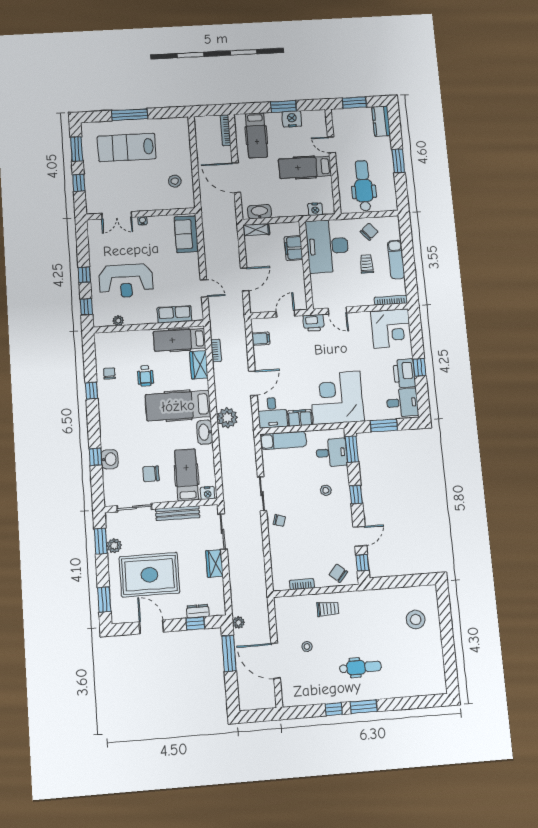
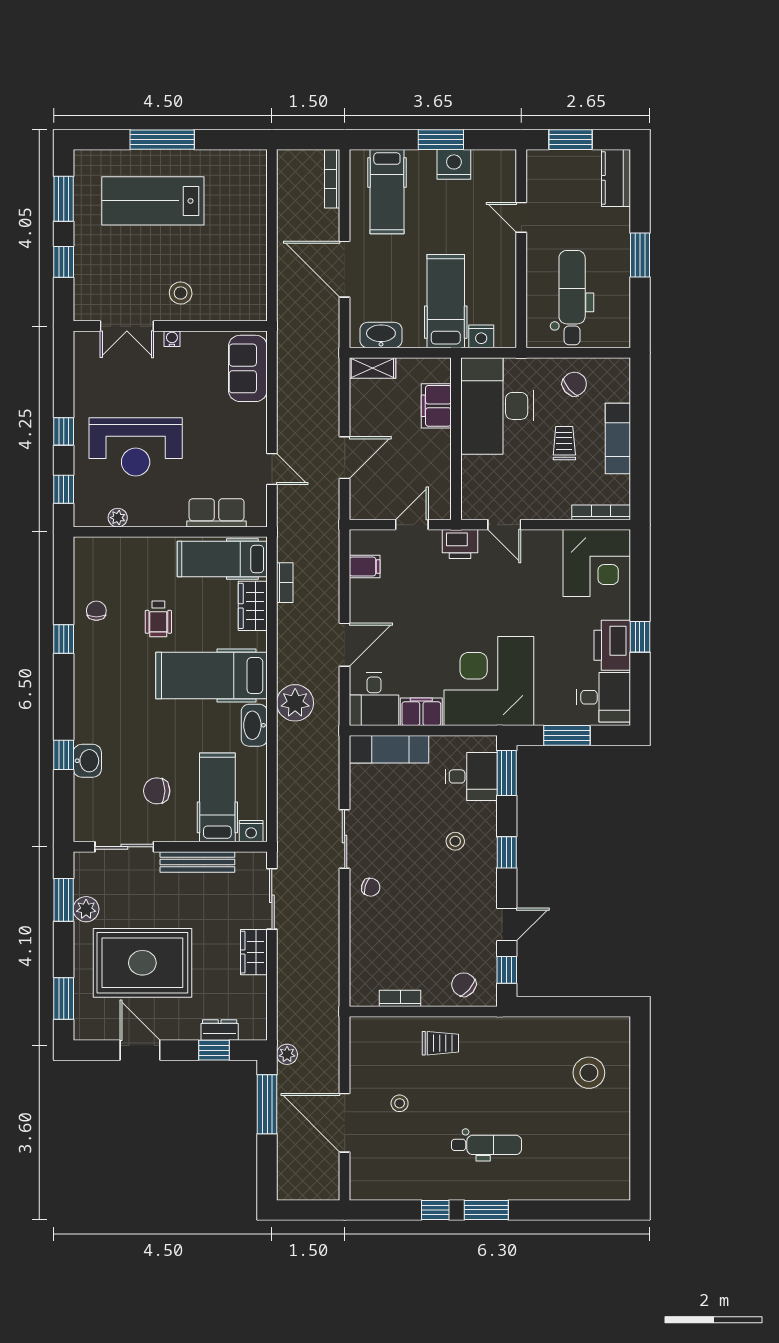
hospital bed: (305, 167) -> (446, 301), moved, turned 90
stool: (175, 181) -> (181, 293), moved

